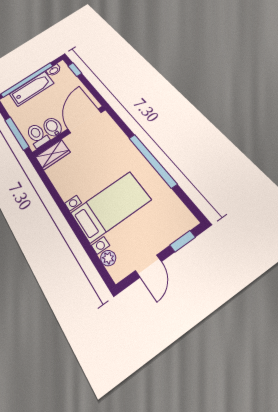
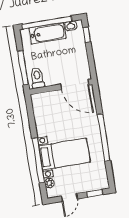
door: (85, 121) -> (75, 85), swing flipped
bidet: (53, 127) -> (51, 77), removed
wardrobe: (53, 155) -> (42, 99), removed
window: (79, 233) -> (38, 160), added

